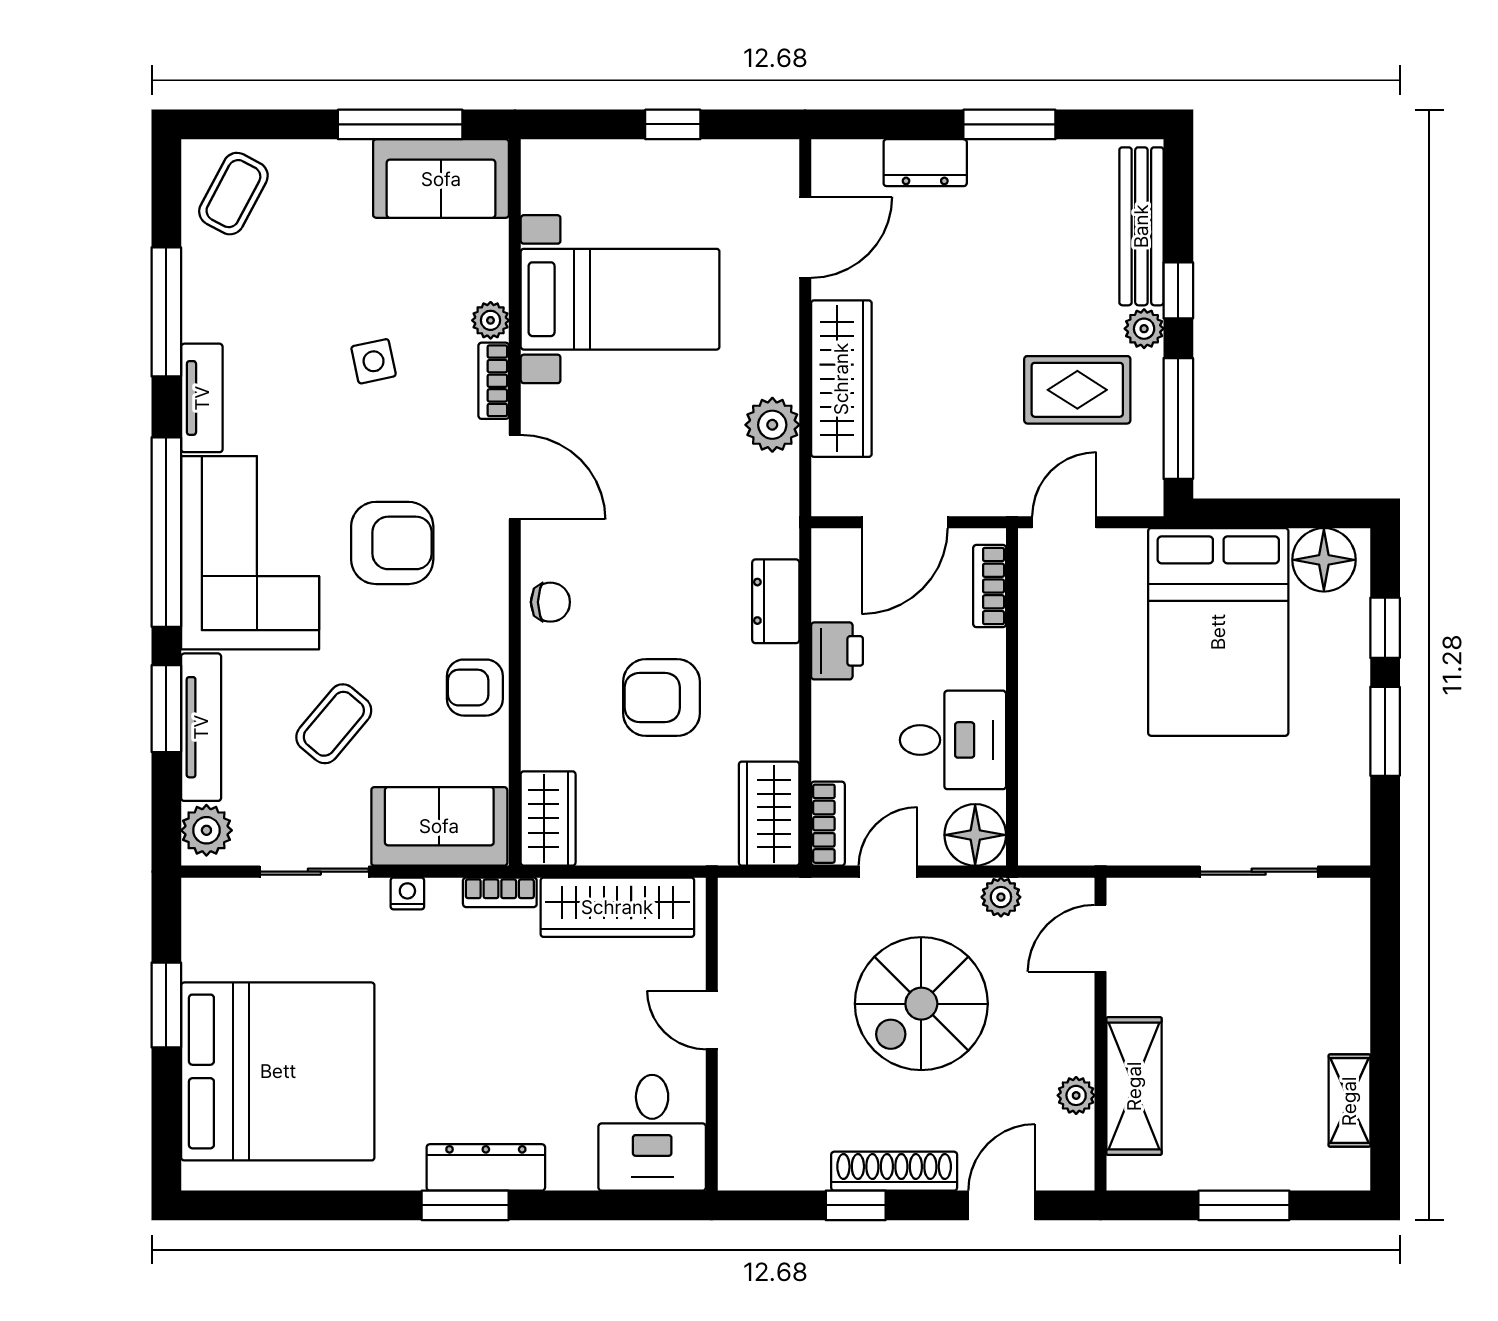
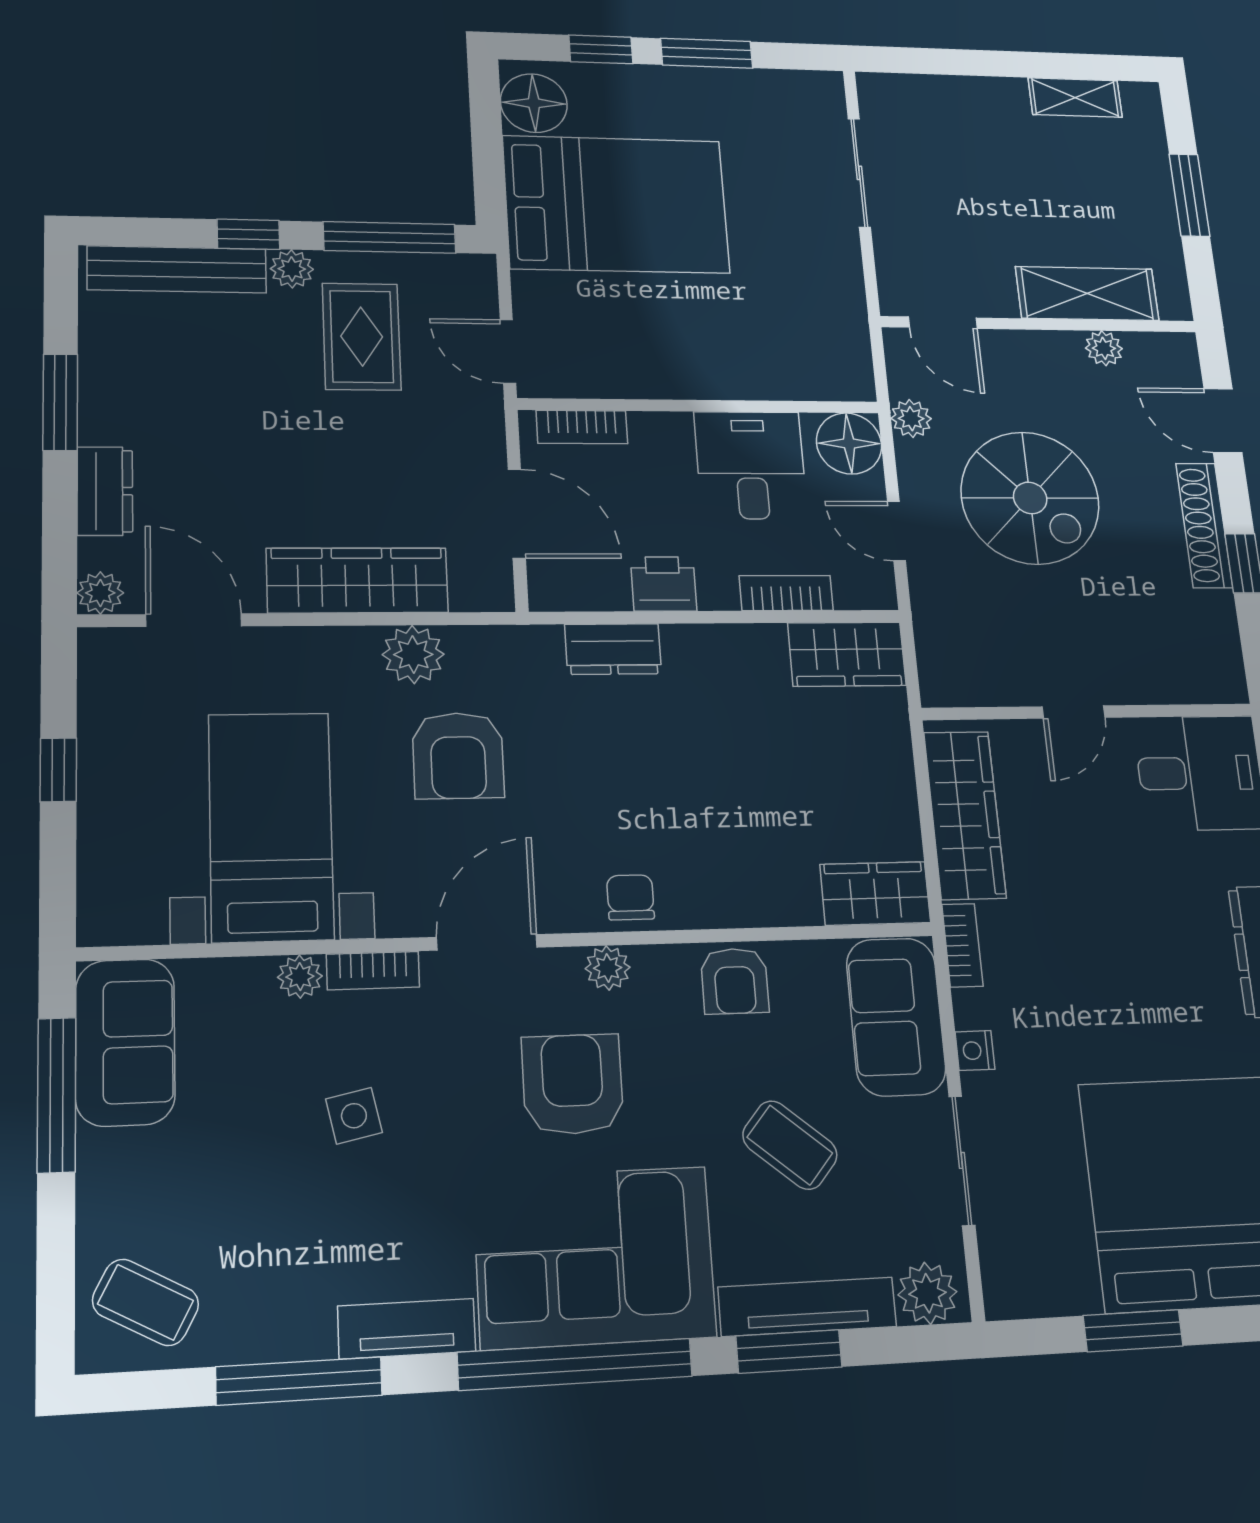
plant: (831, 159) -> (100, 593), added
plant: (490, 579) -> (608, 968), added
armchair: (661, 697) -> (458, 756), moved
bookcase: (828, 824) -> (786, 593), moved

